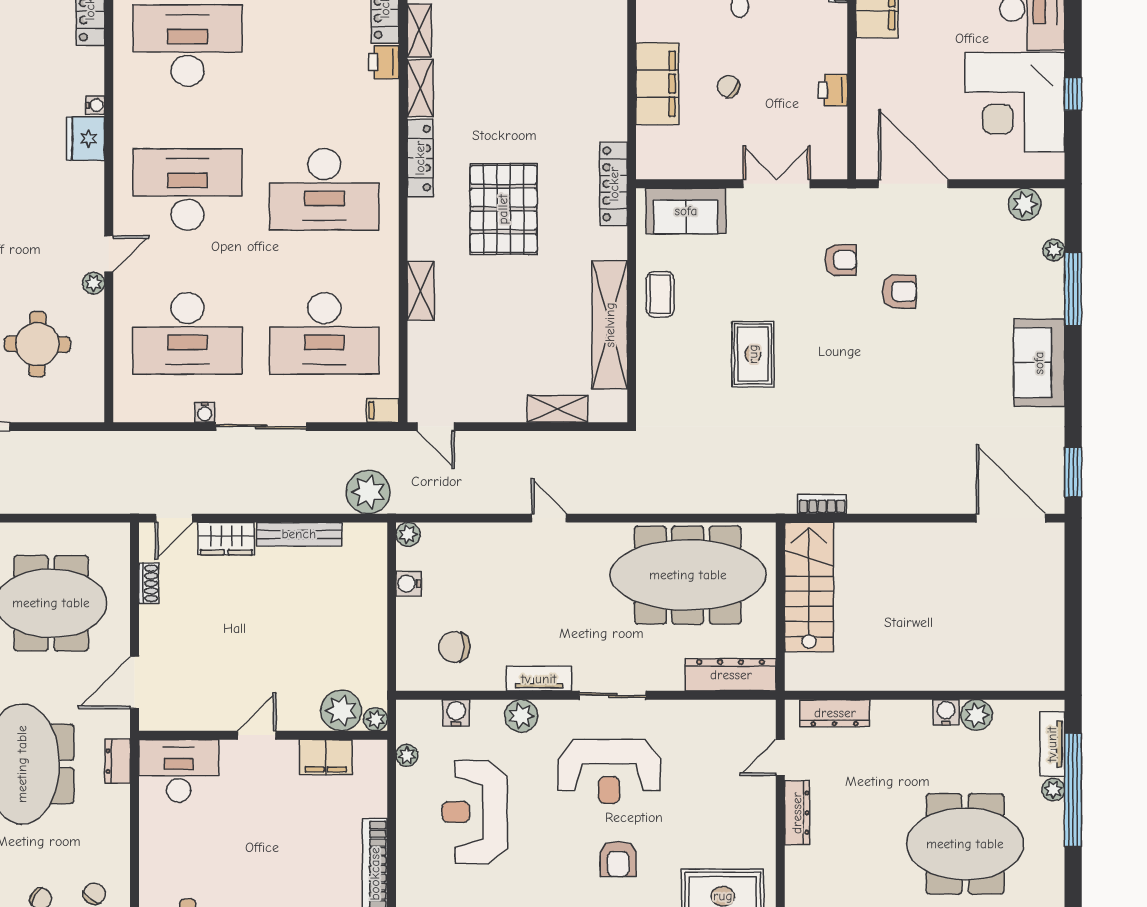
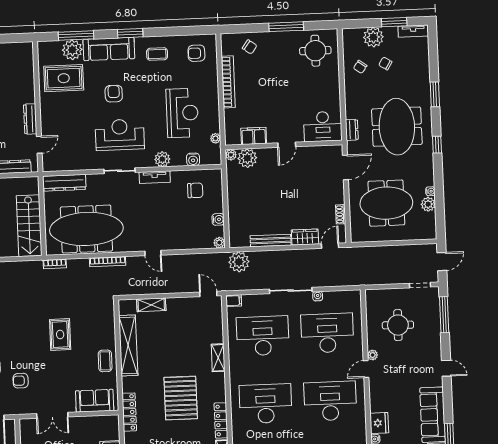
desk: (187, 189) -> (330, 401), turned 180
bookcase: (646, 504) -> (108, 262), added
bookcase: (822, 504) -> (55, 264), moved

